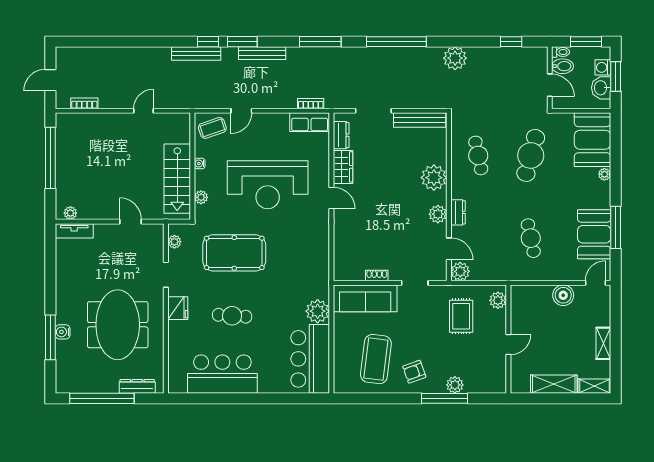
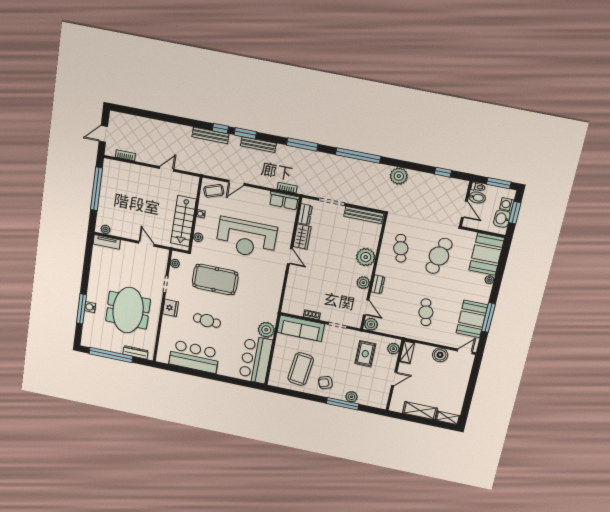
shelving: (603, 343) -> (407, 352), moved

